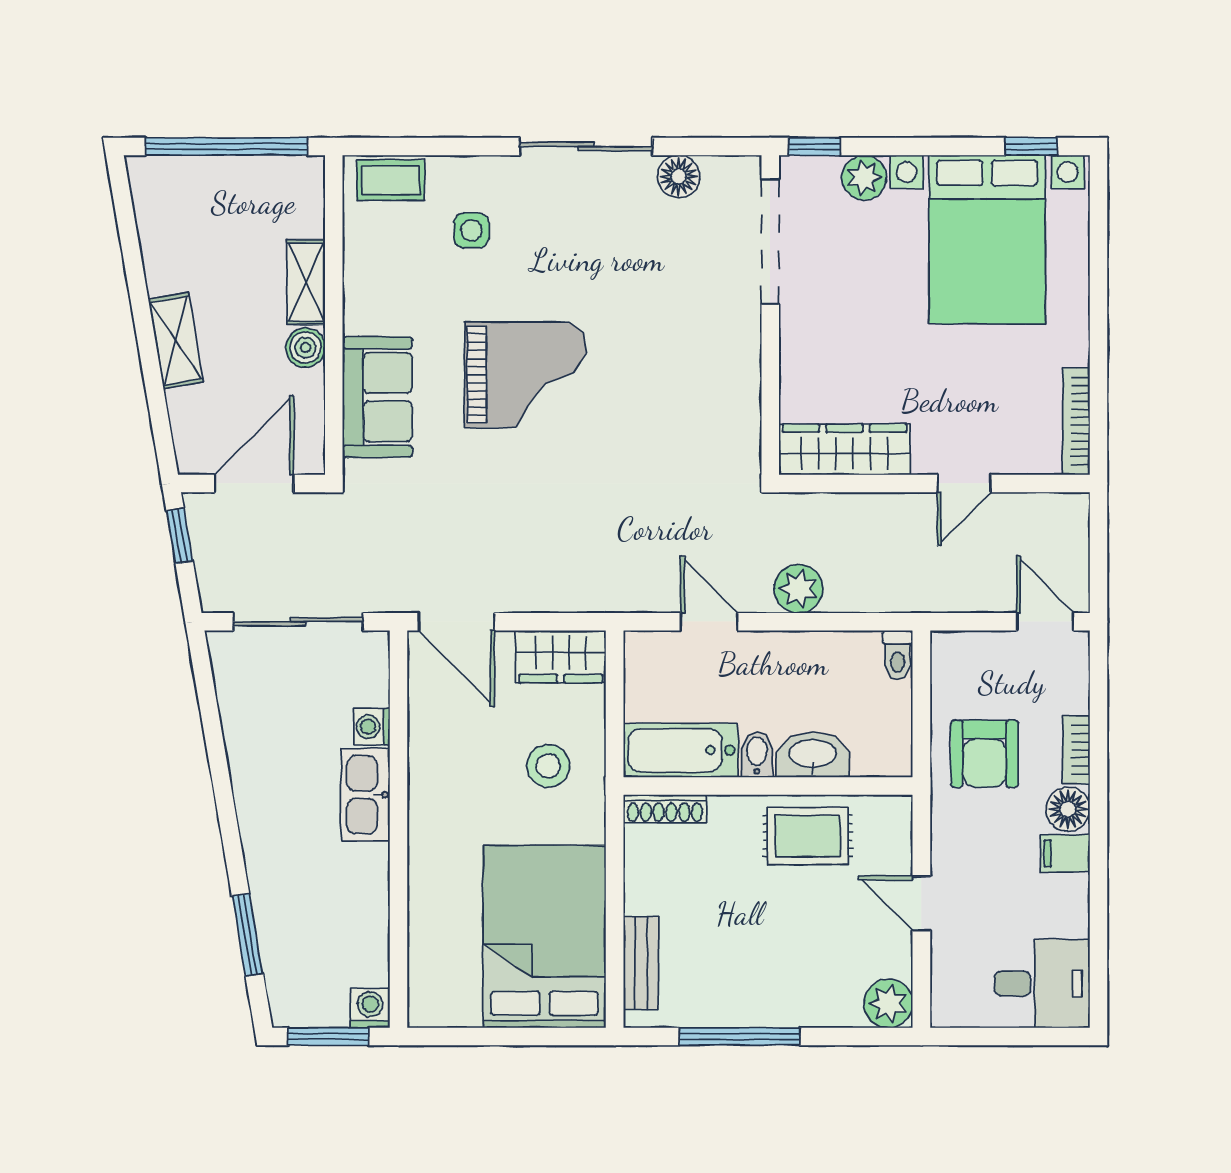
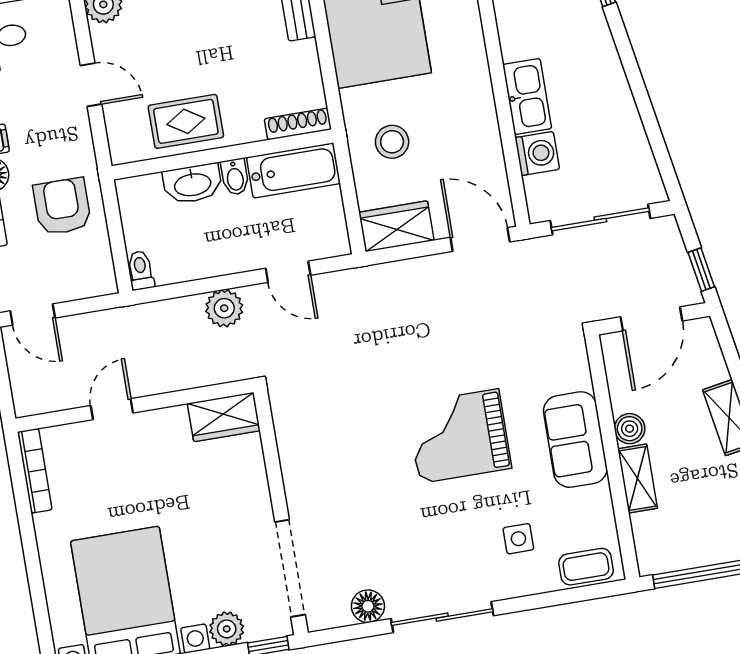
sofa: (377, 397) -> (575, 440), moved
wardrobe: (844, 449) -> (224, 417), width x0.67
washing machine: (372, 727) -> (537, 153), width x1.38, depth x1.38

